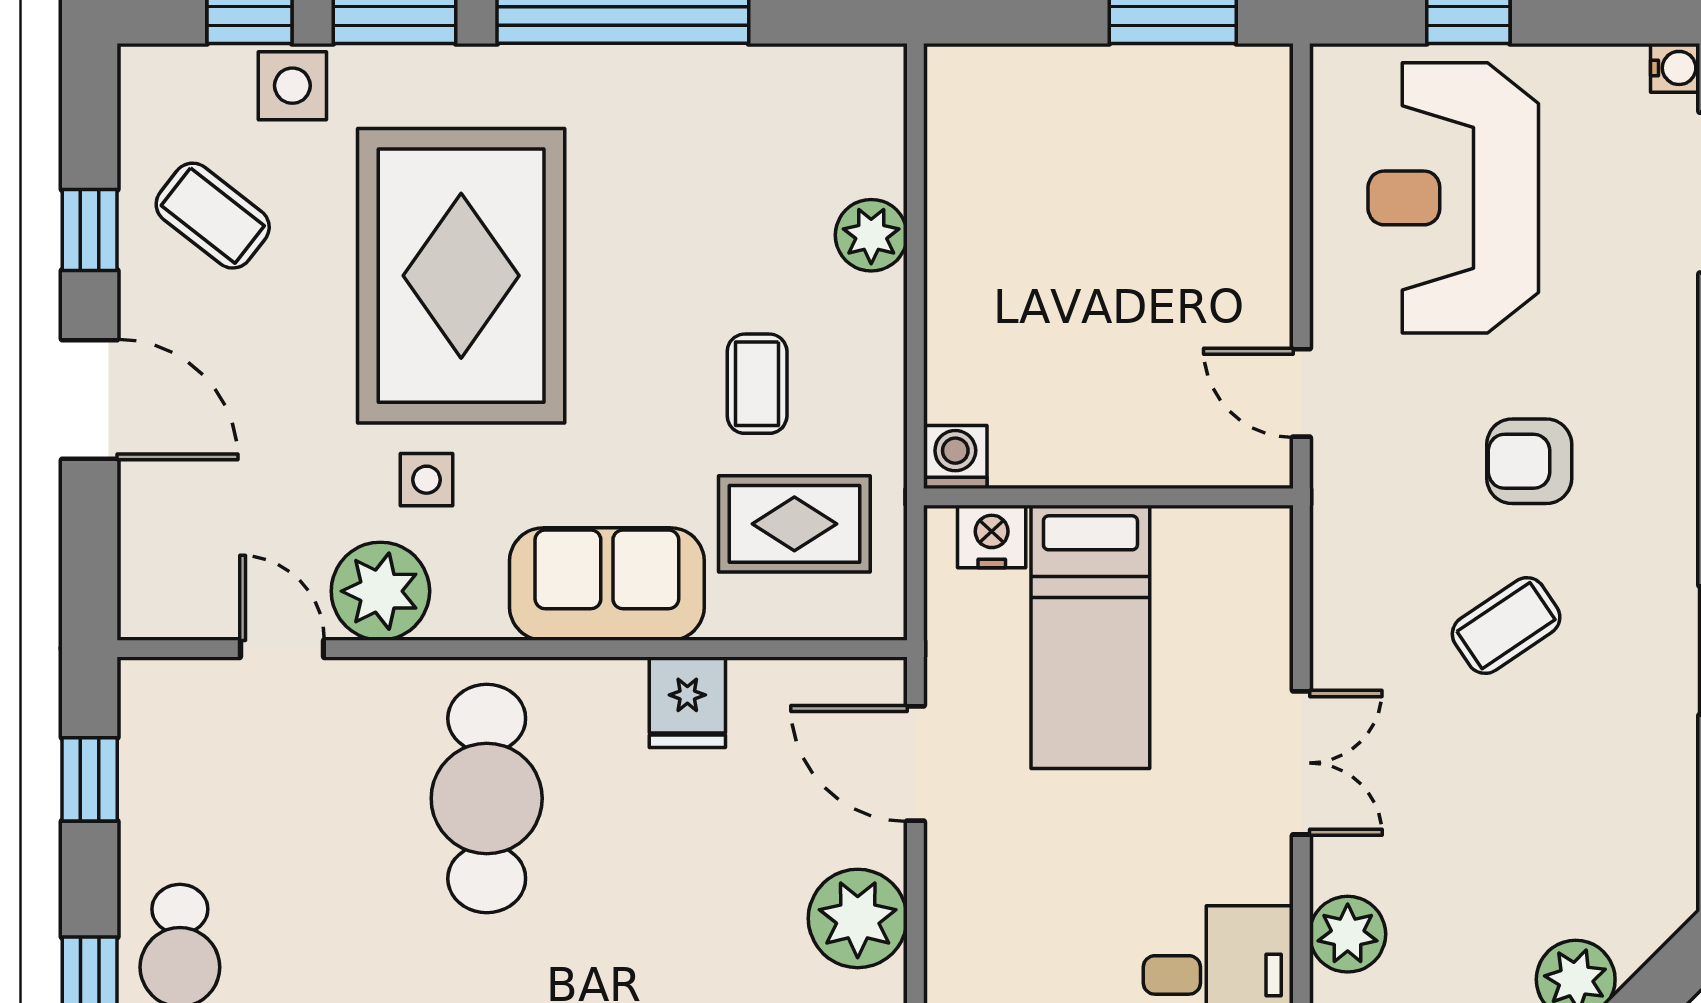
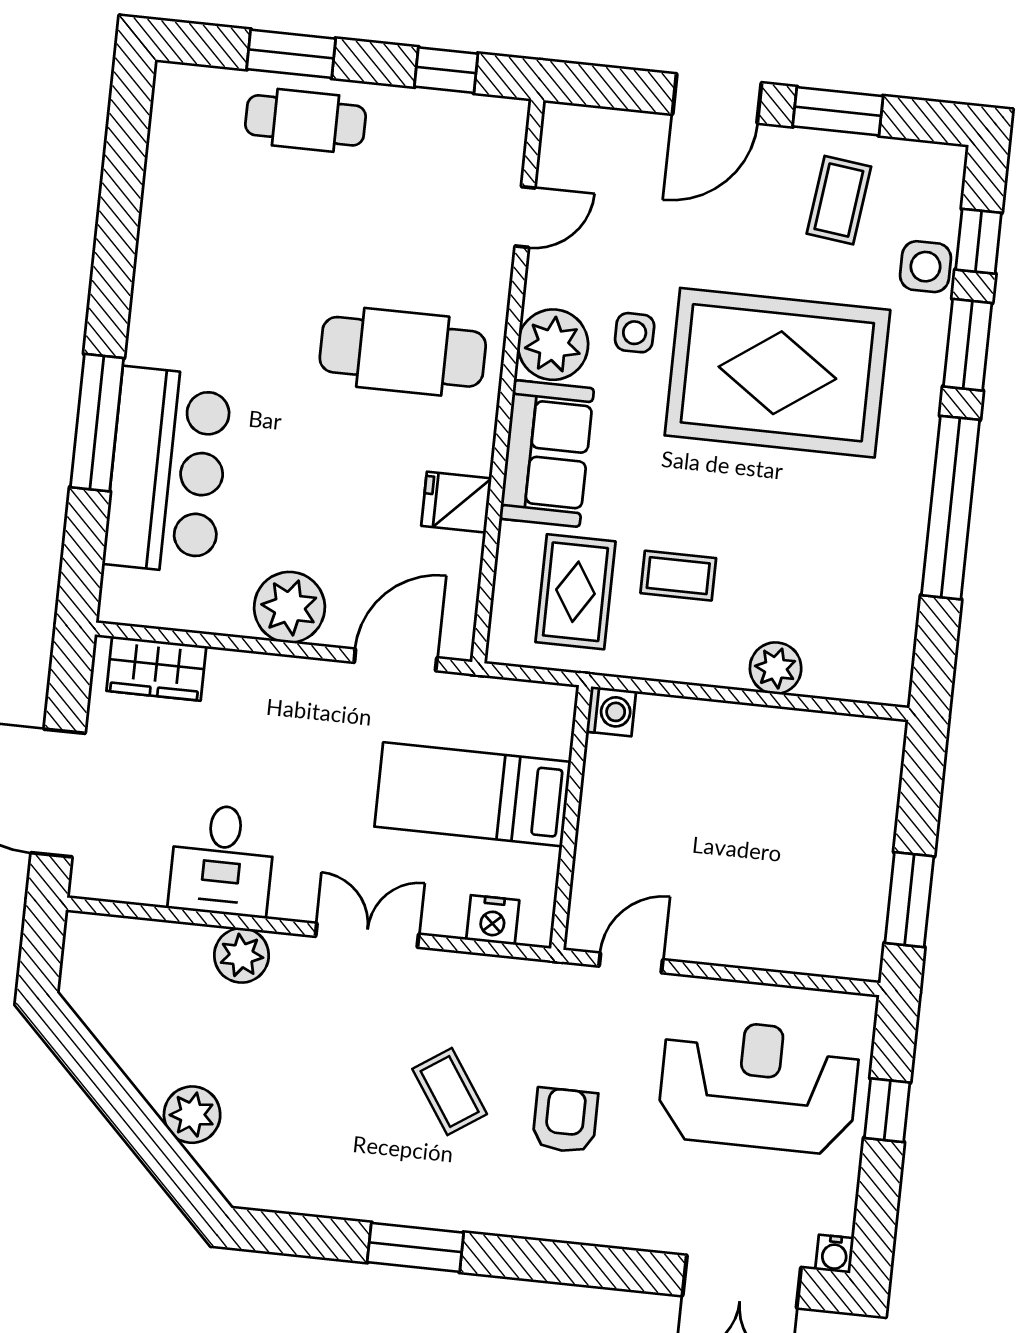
coffee table: (213, 216) -> (839, 200), turned -31
window: (90, 230) -> (838, 111), width x1.50
nightstand: (992, 536) -> (493, 920), moved, turned 90
plant: (380, 591) -> (553, 345), moved
double door: (1301, 763) -> (367, 935), swing flipped

